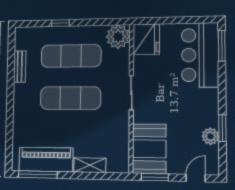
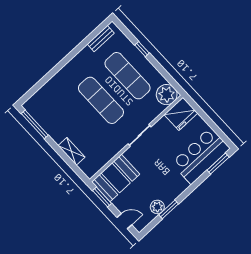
bench: (20, 67) -> (101, 39), moved
piano: (46, 160) -> (49, 121), removed

